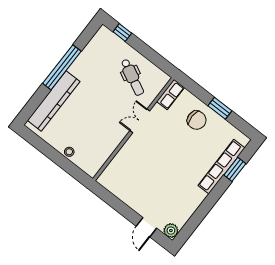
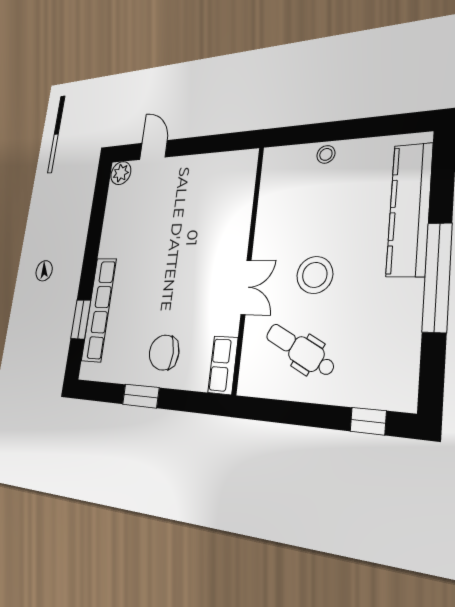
stool: (107, 103) -> (315, 275), added

